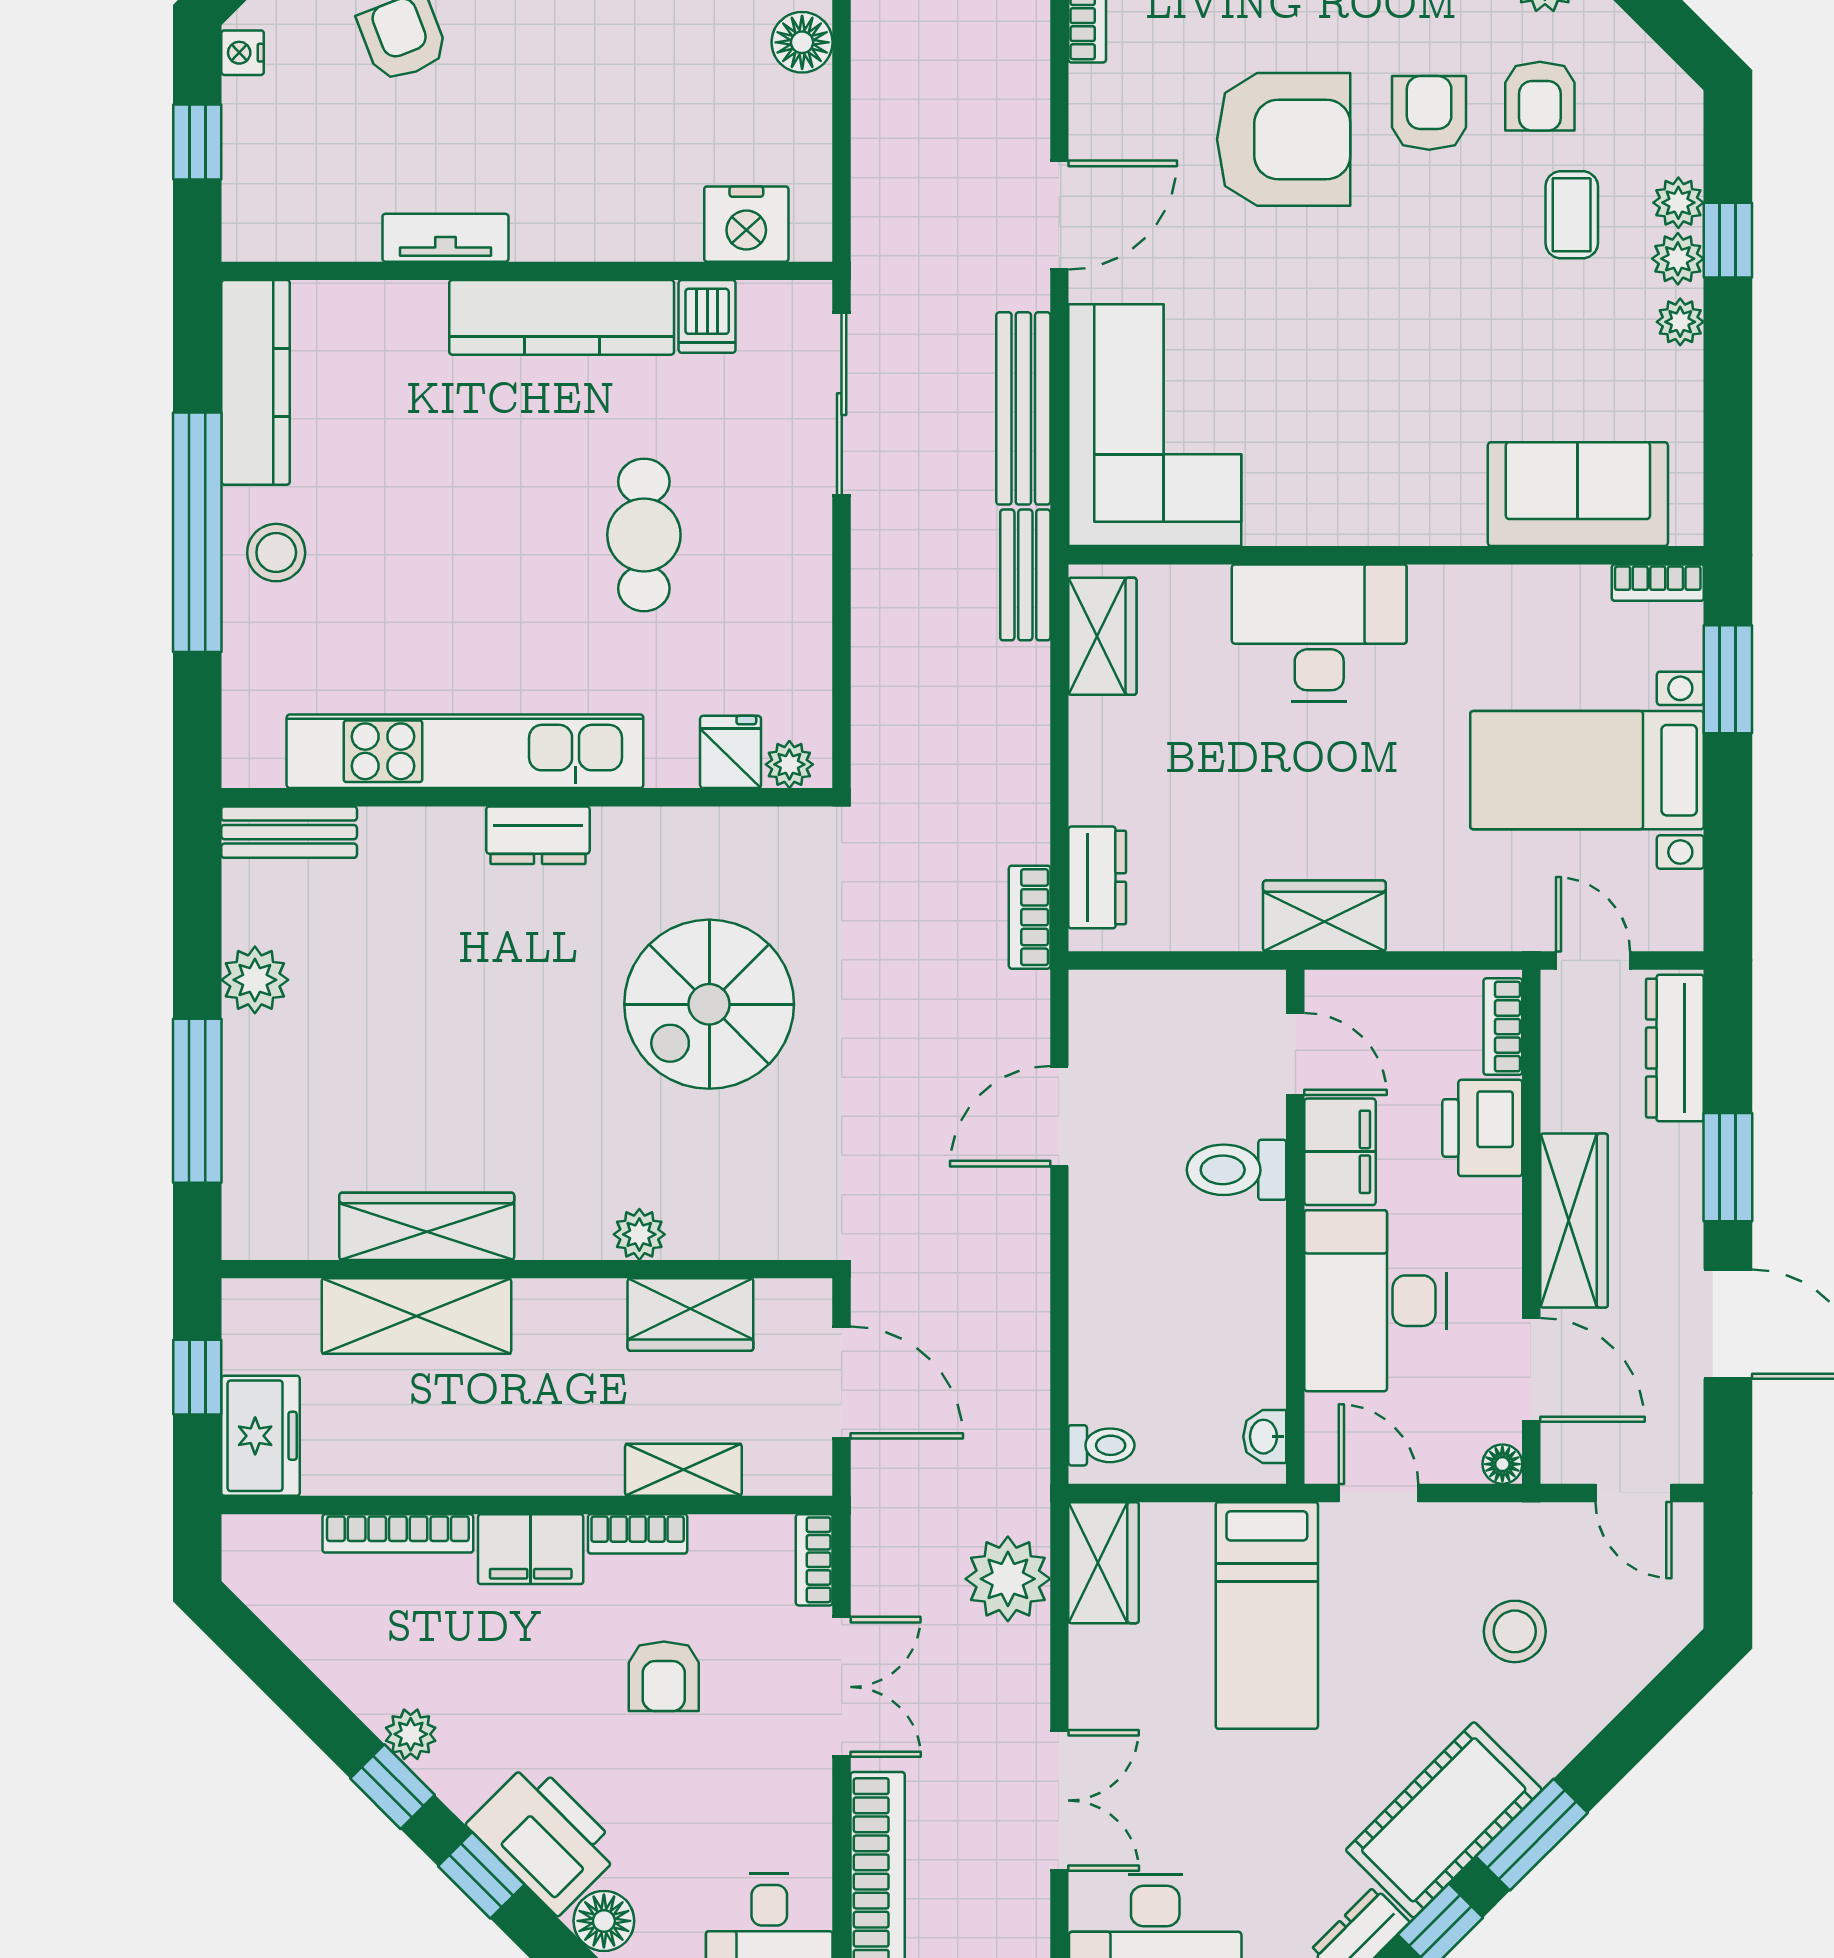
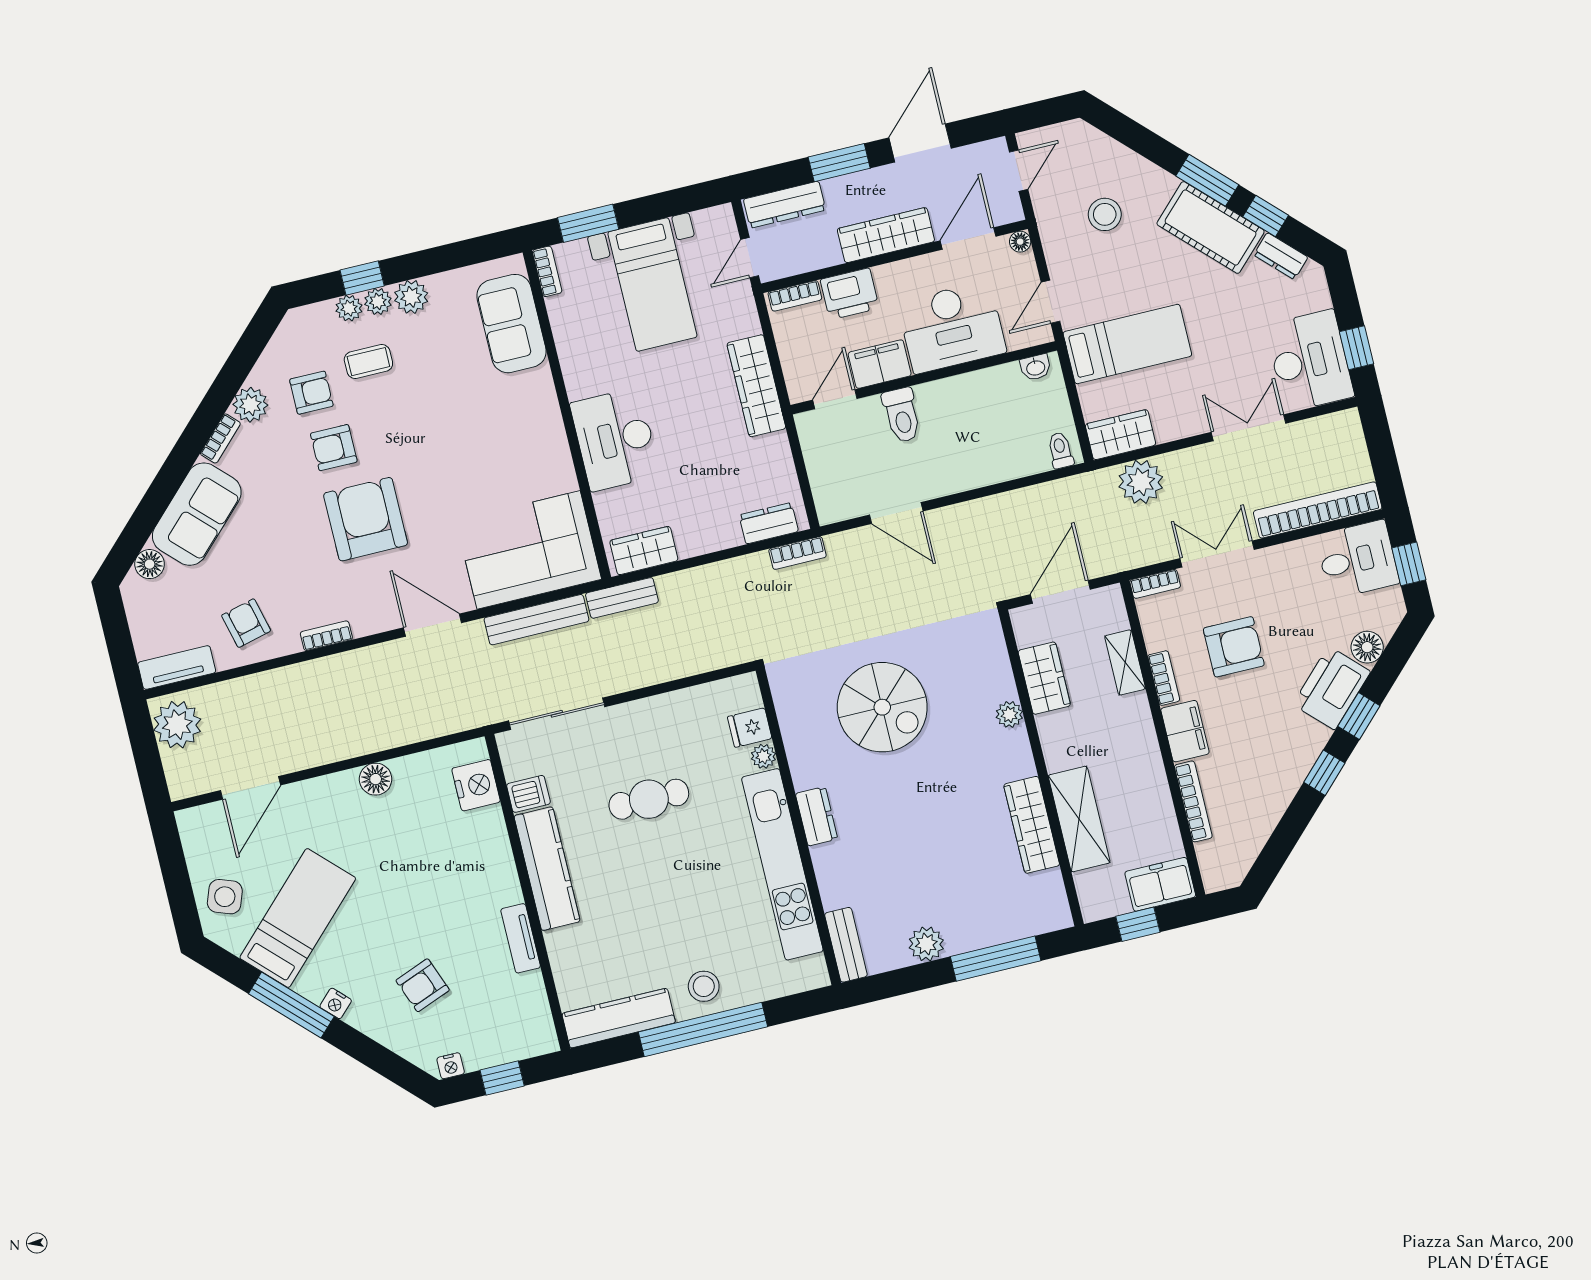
plant: (1680, 322) -> (411, 297), width x1.38, depth x1.38
plant: (789, 764) -> (763, 756), moved
wardrobe: (1324, 916) -> (756, 386), width x1.50
armchair: (664, 1676) -> (1234, 647), width x1.38, depth x1.38
plant: (411, 1734) -> (1295, 770), removed

